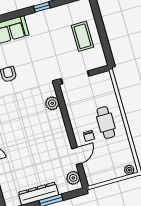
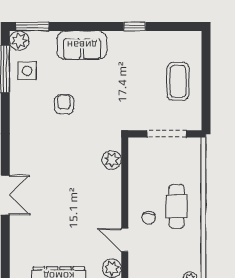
doorway: (75, 77) -> (167, 134), moved
door: (77, 156) -> (125, 240), swing flipped

